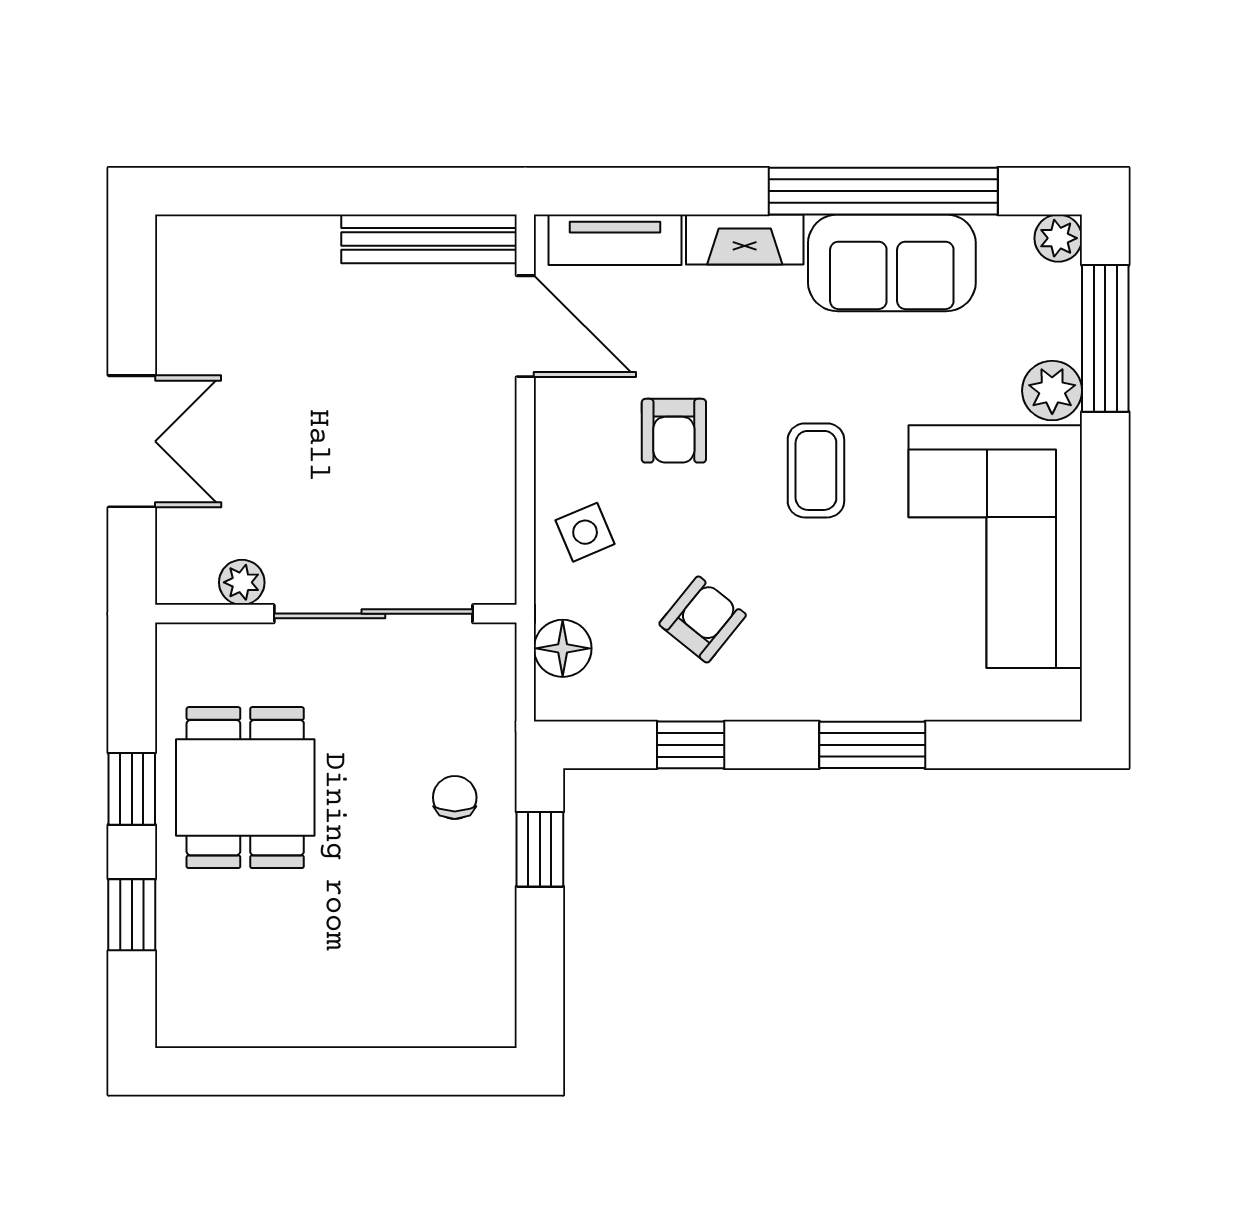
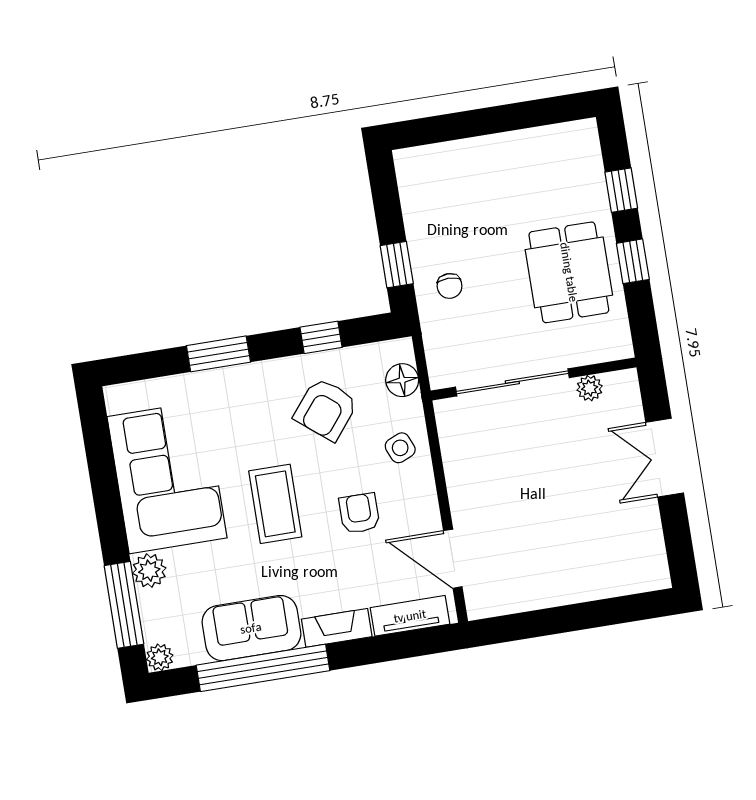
bench: (429, 239) -> (515, 599), removed
coffee table: (816, 470) -> (275, 504), width x1.36, depth x1.30
armchair: (703, 619) -> (326, 409), width x1.38, depth x1.38

